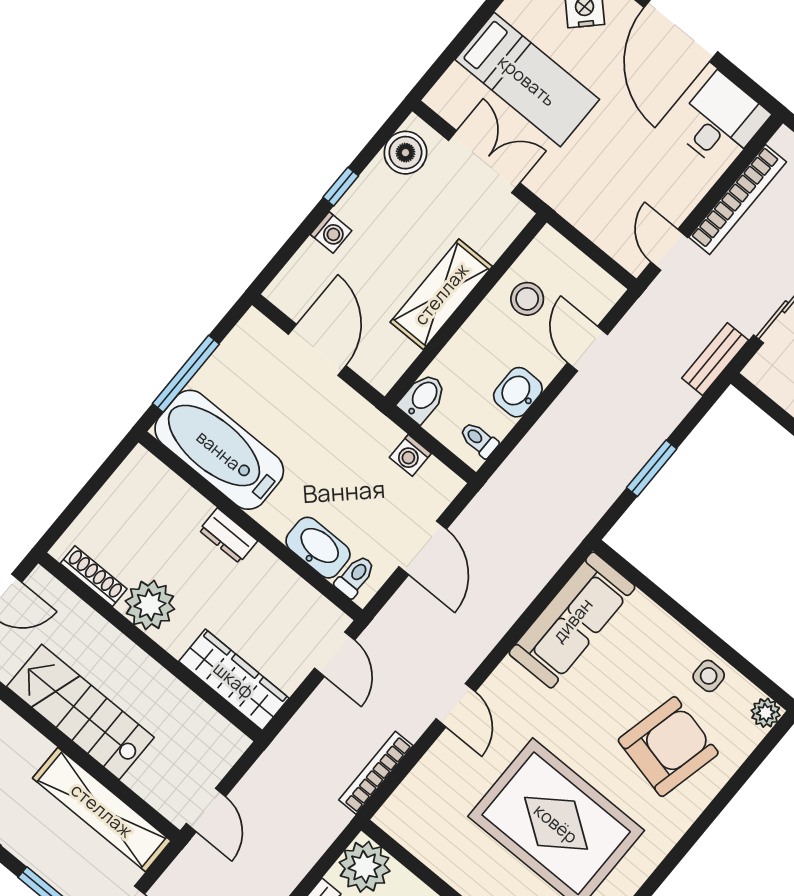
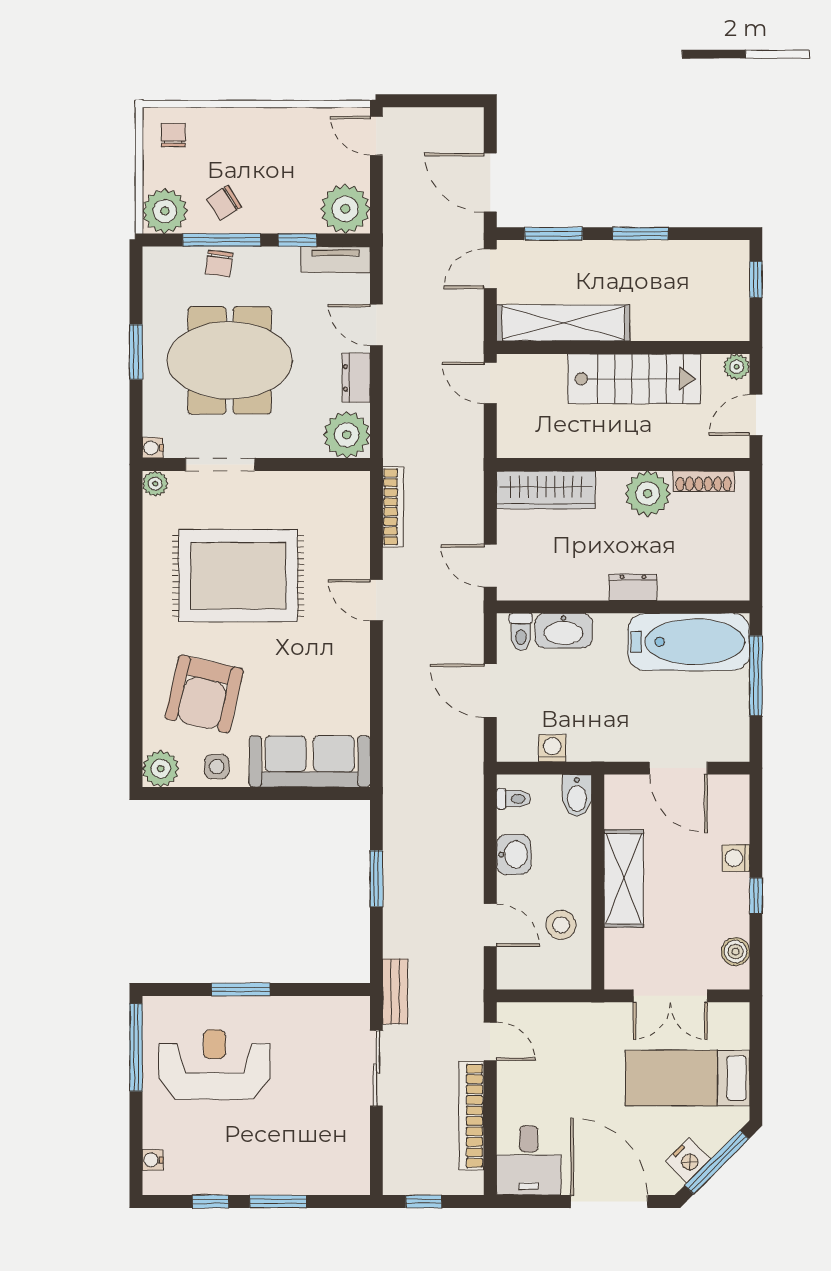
boiler: (405, 153) -> (735, 952), width x0.73, depth x0.73
sofa: (572, 620) -> (310, 761), moved, turned 90
plant: (766, 713) -> (161, 769), width x1.38, depth x1.38

